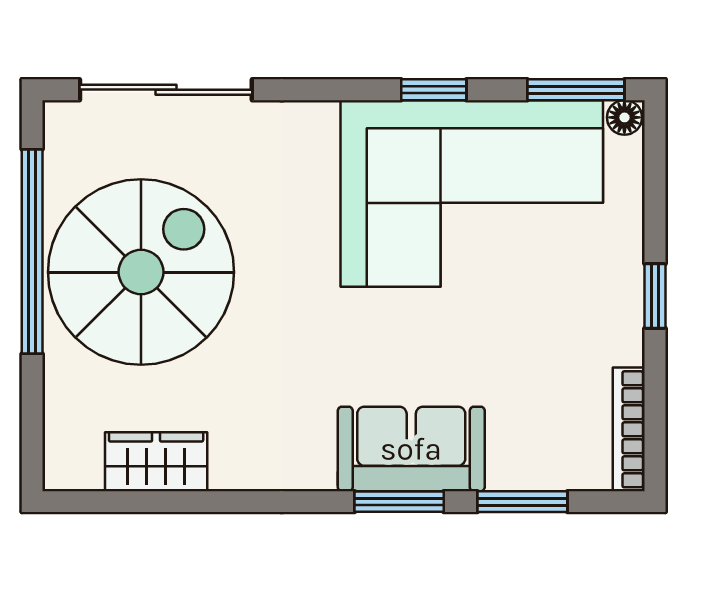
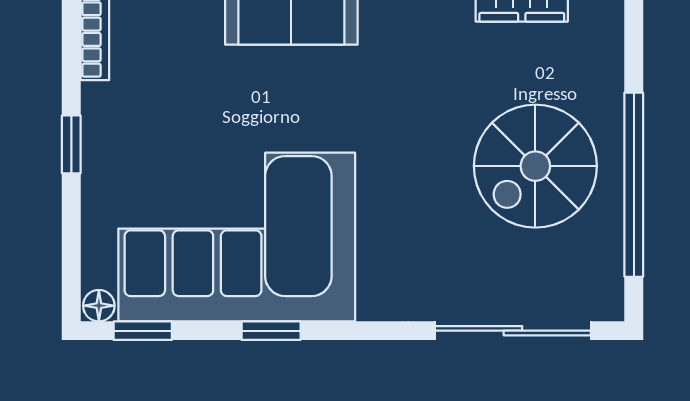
window: (576, 90) -> (143, 331), width x0.67
spiral stairs: (141, 272) -> (535, 166), width x0.73, depth x0.73

